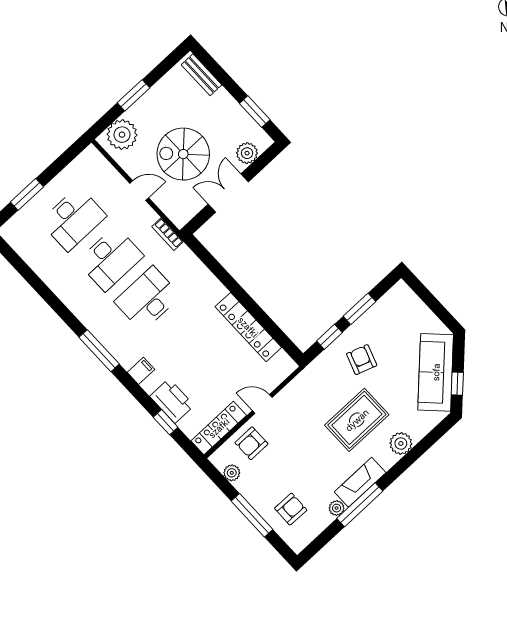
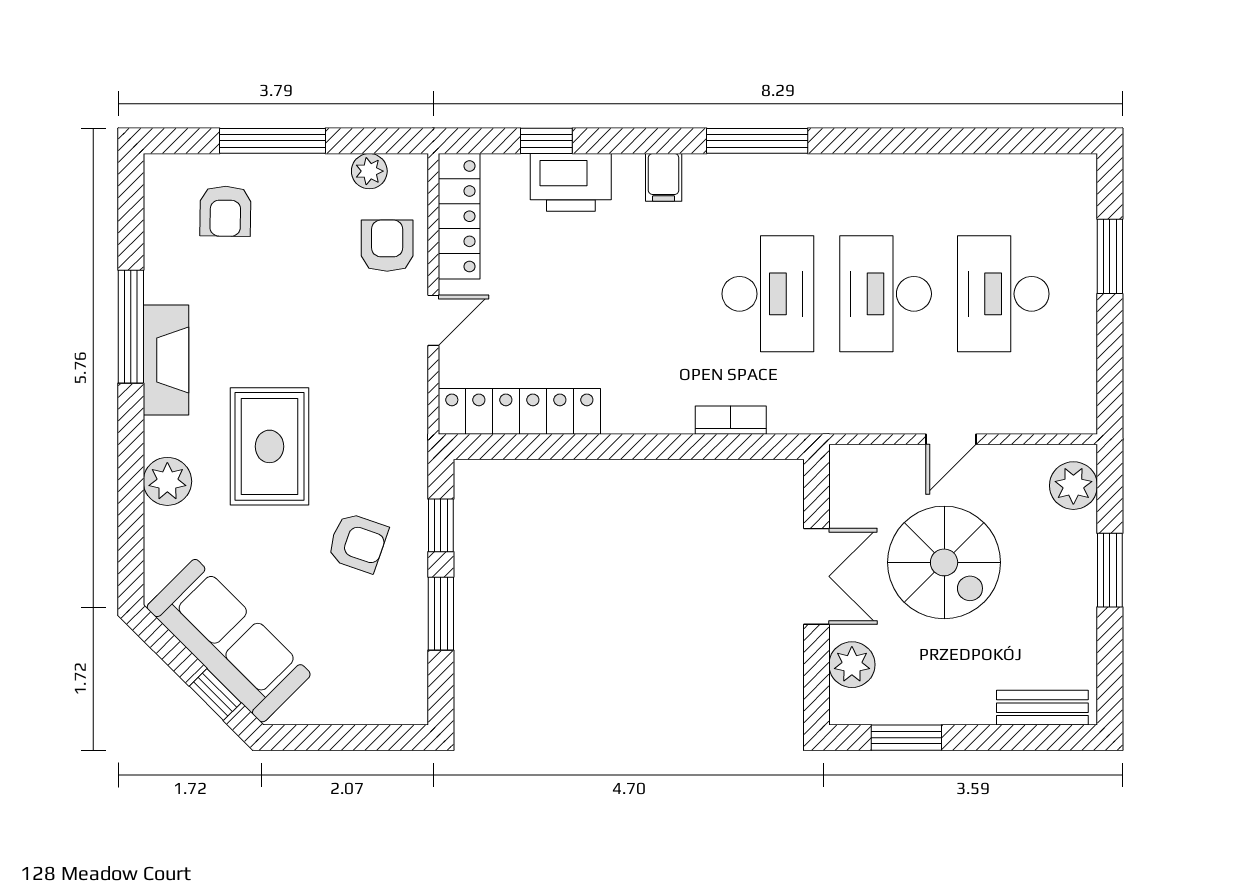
plant: (122, 135) -> (1073, 486), width x0.73, depth x0.73
spiral stairs: (183, 154) -> (944, 562), turned 90
bookcase: (168, 234) -> (731, 420), moved
locker: (248, 327) -> (519, 411), moved
window: (457, 384) -> (215, 695), moved
plant: (337, 508) -> (160, 285), removed

